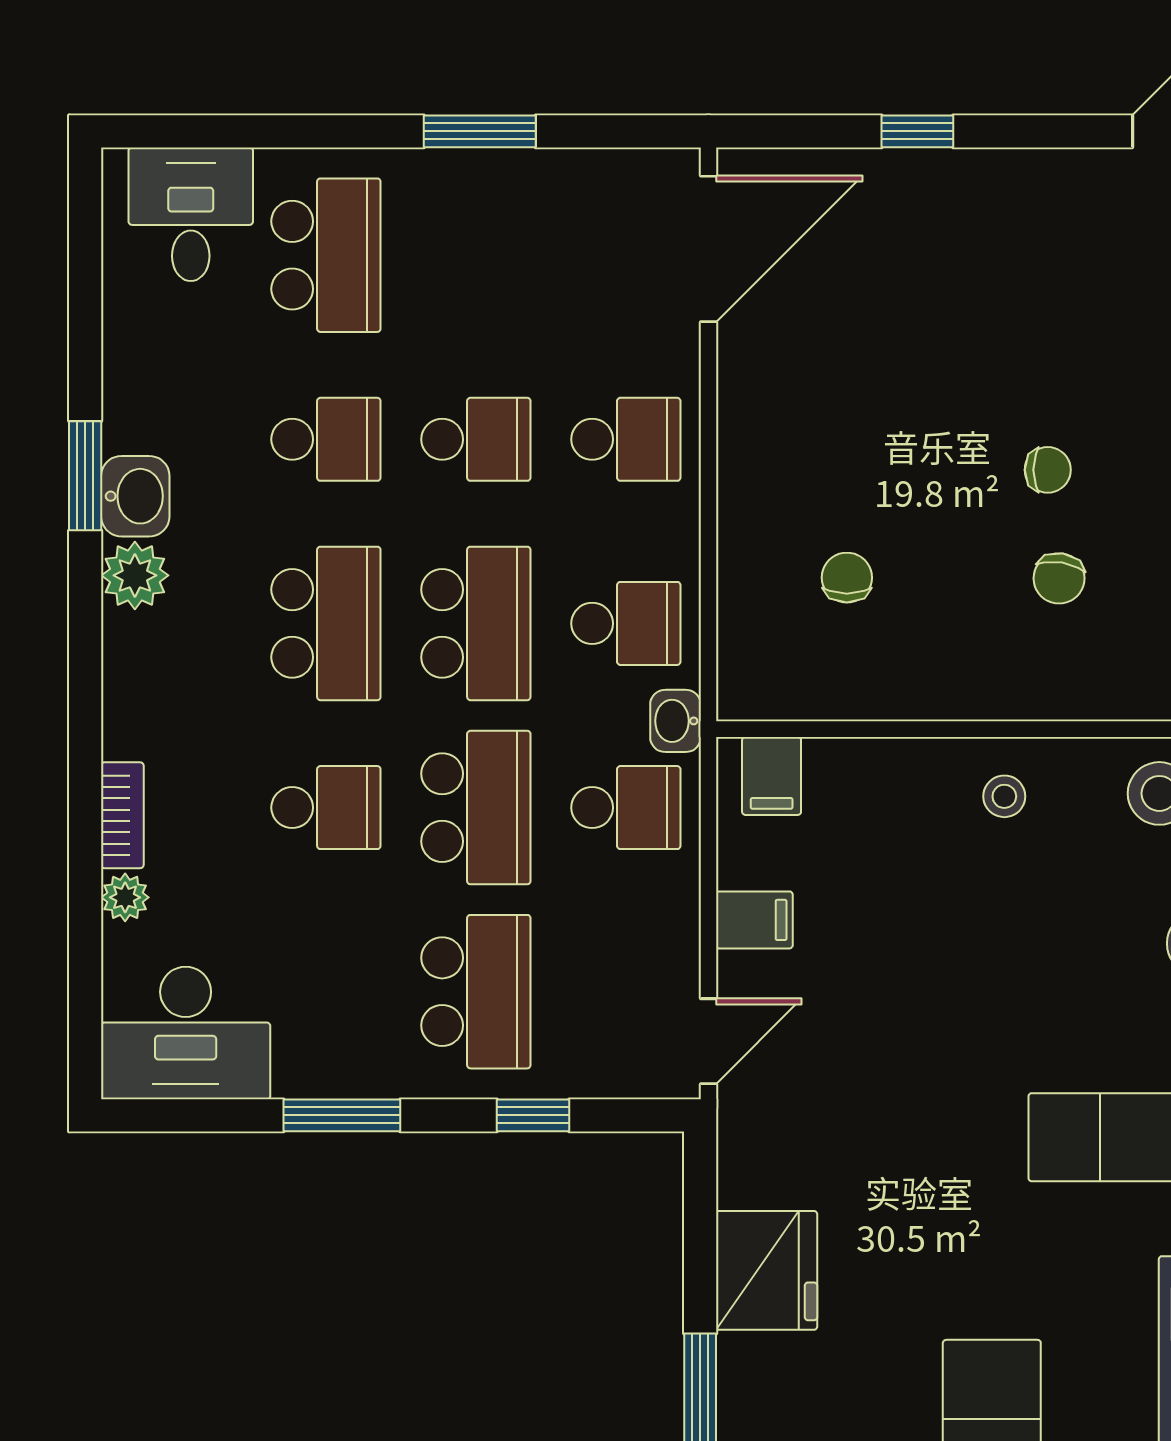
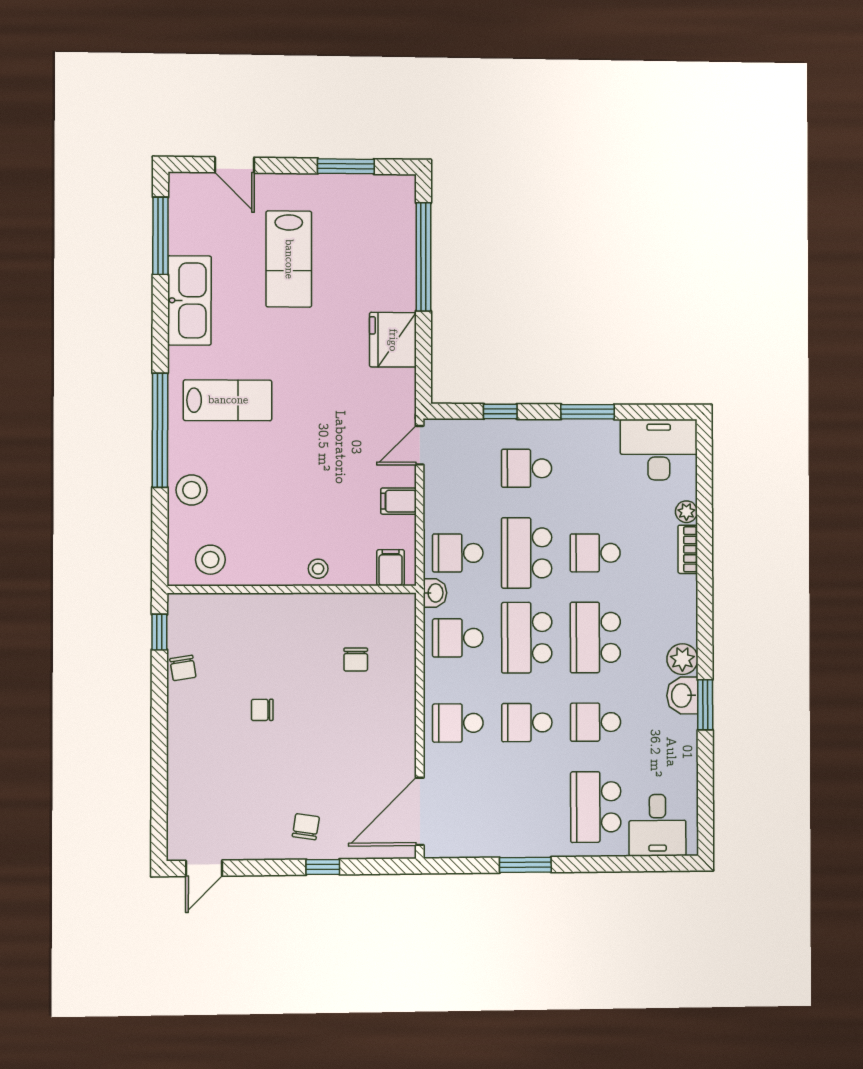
chair: (1059, 578) -> (306, 827), moved
stool: (1004, 796) -> (318, 569), moved
school desk: (476, 992) -> (526, 468), width x0.54

